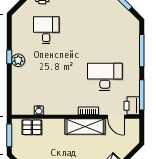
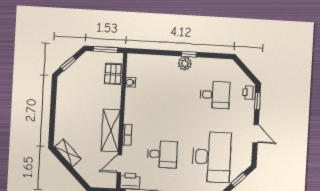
desk: (105, 30) -> (212, 157), added
desk: (105, 77) -> (162, 154), width x0.73

